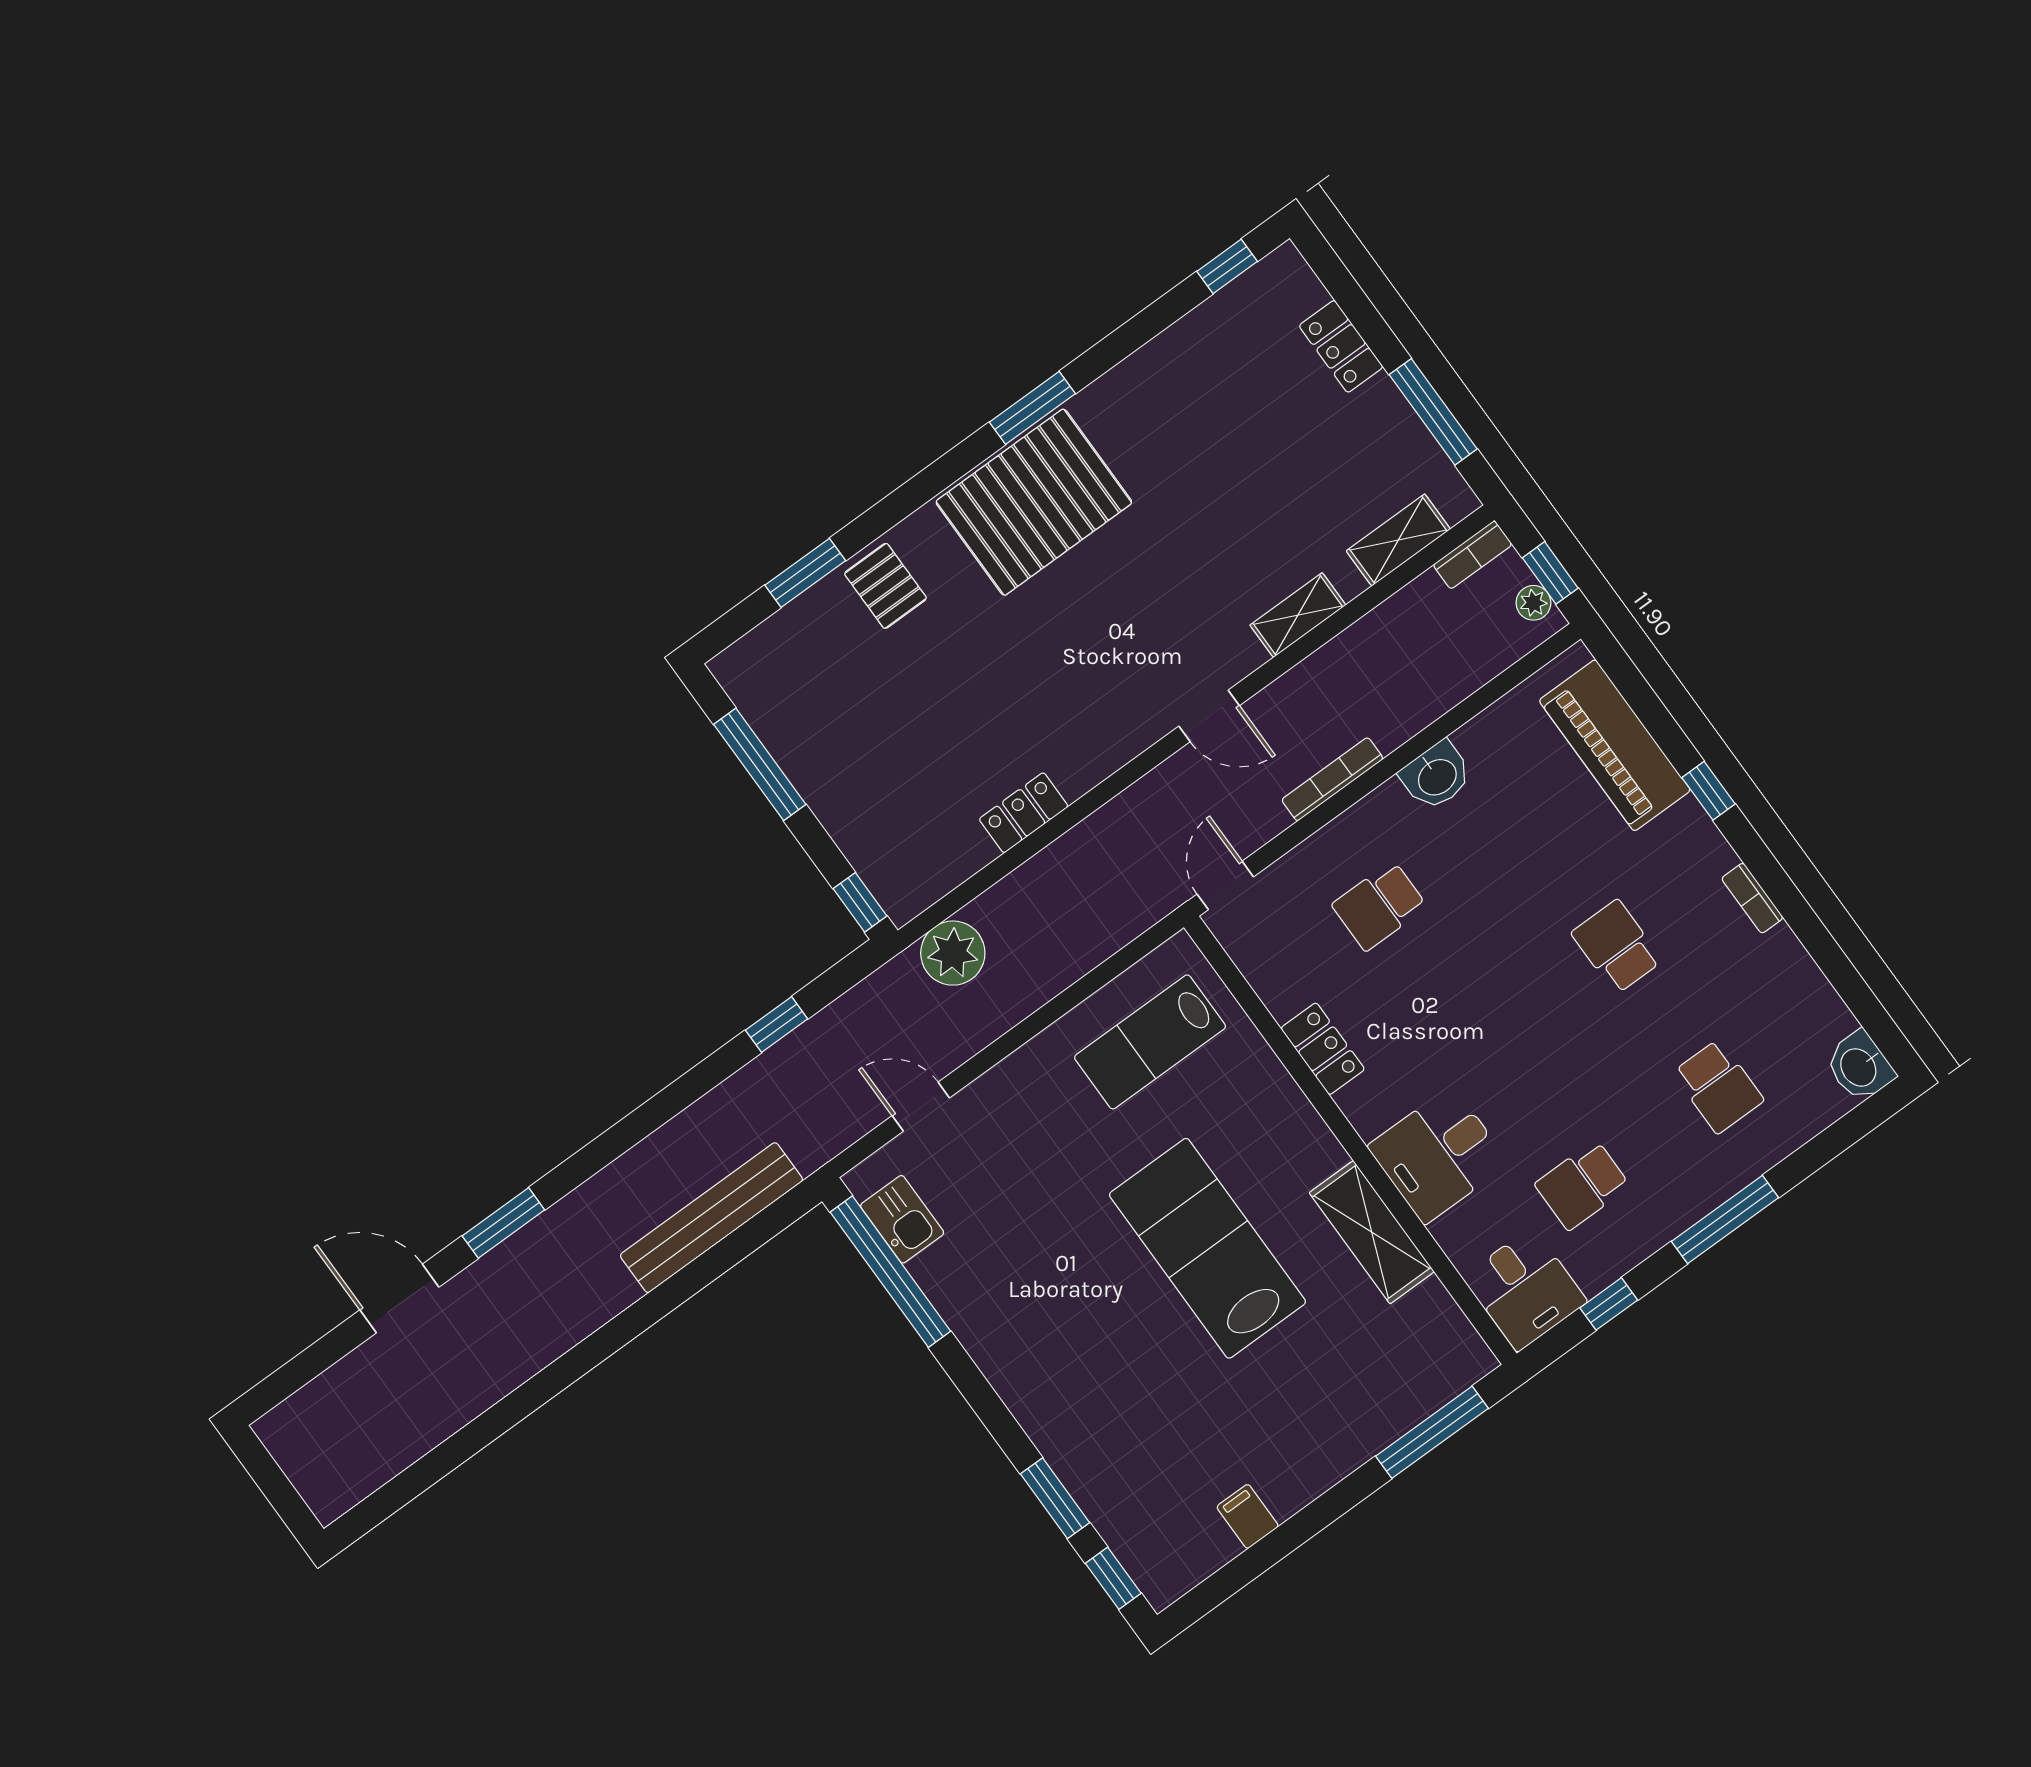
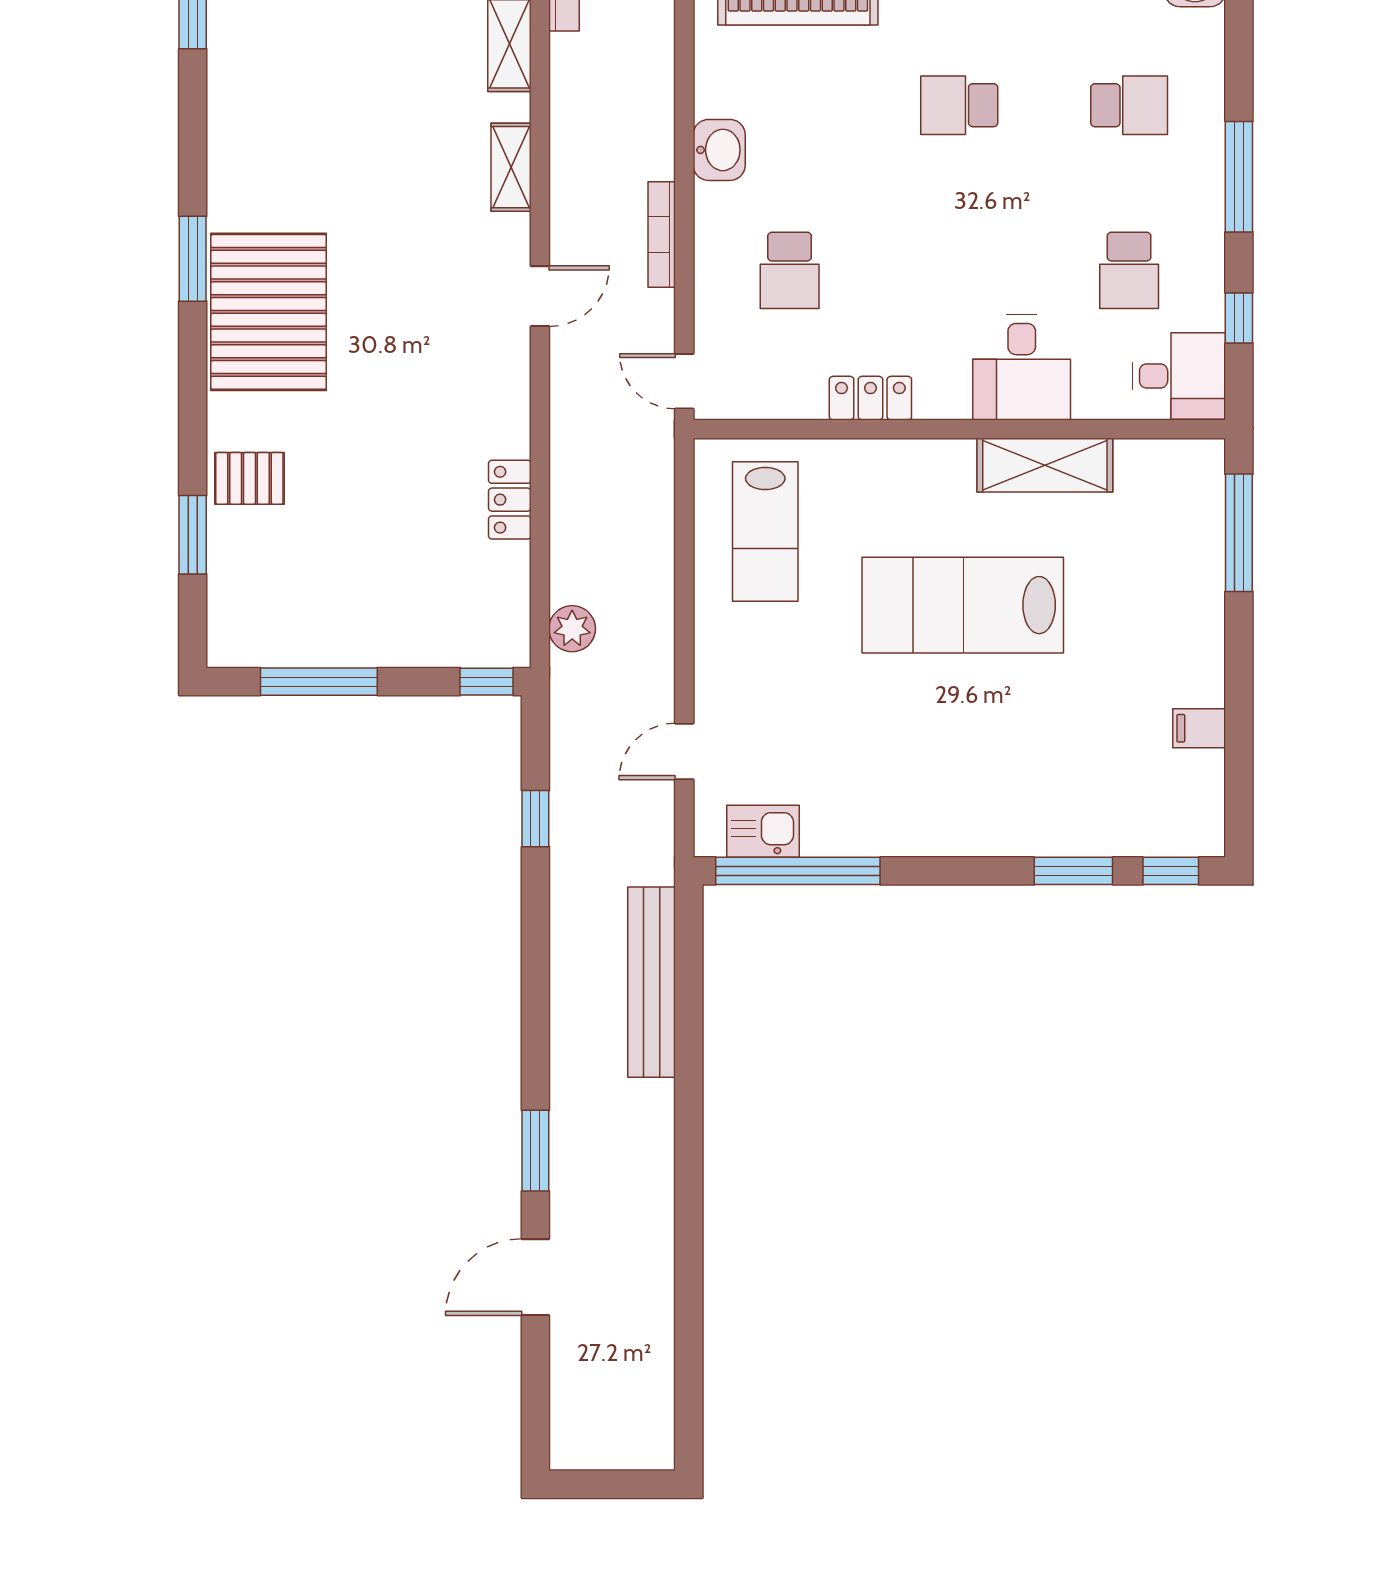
plant: (953, 953) -> (572, 629), width x0.73, depth x0.73

